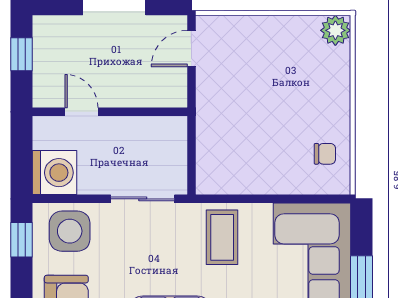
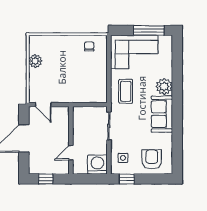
plant: (335, 30) -> (35, 61), moved
side table: (70, 231) -> (123, 158), width x0.54, depth x0.54
coffee table: (222, 237) -> (126, 91), turned 90

